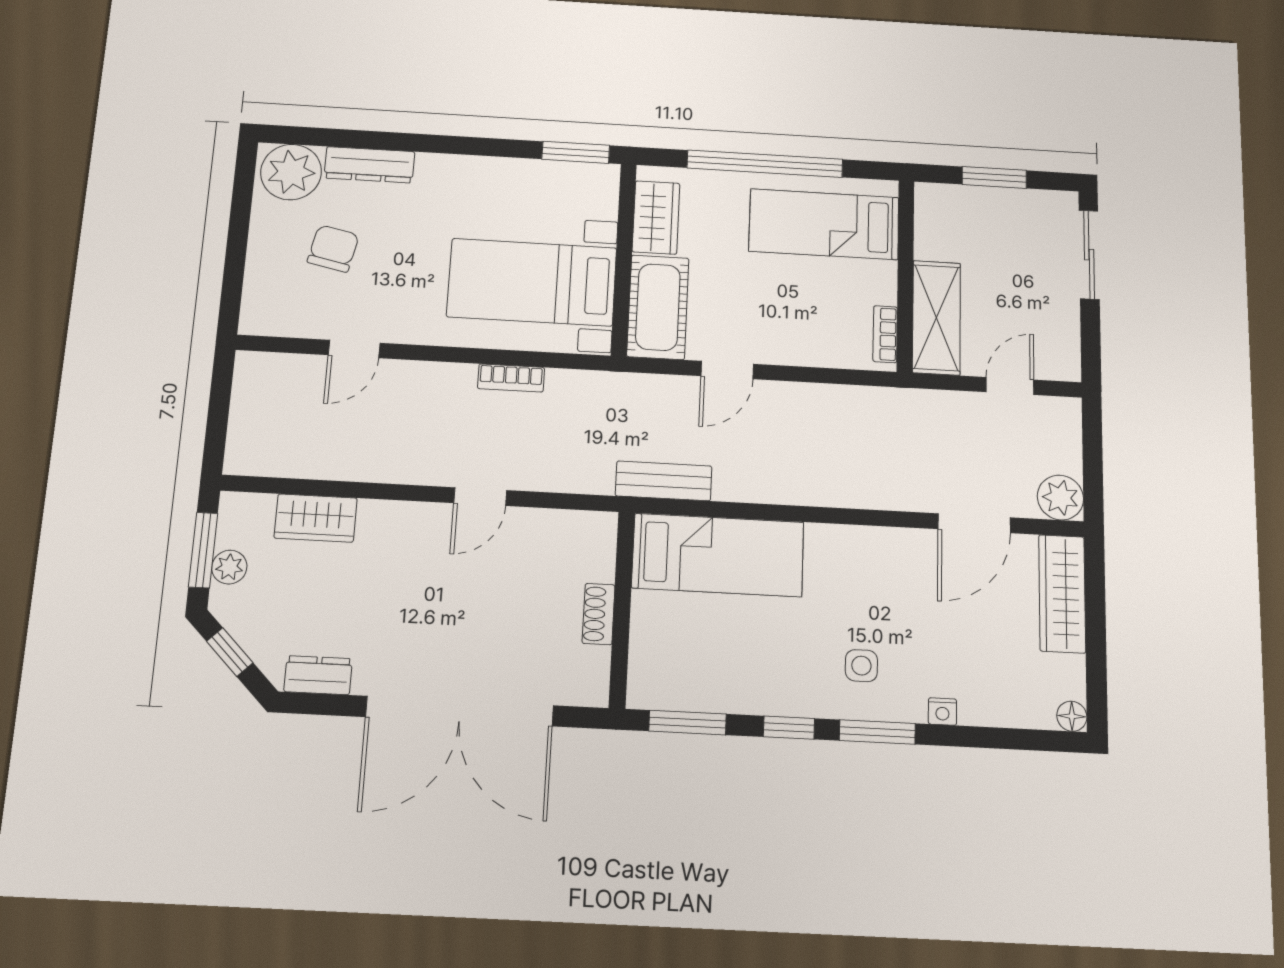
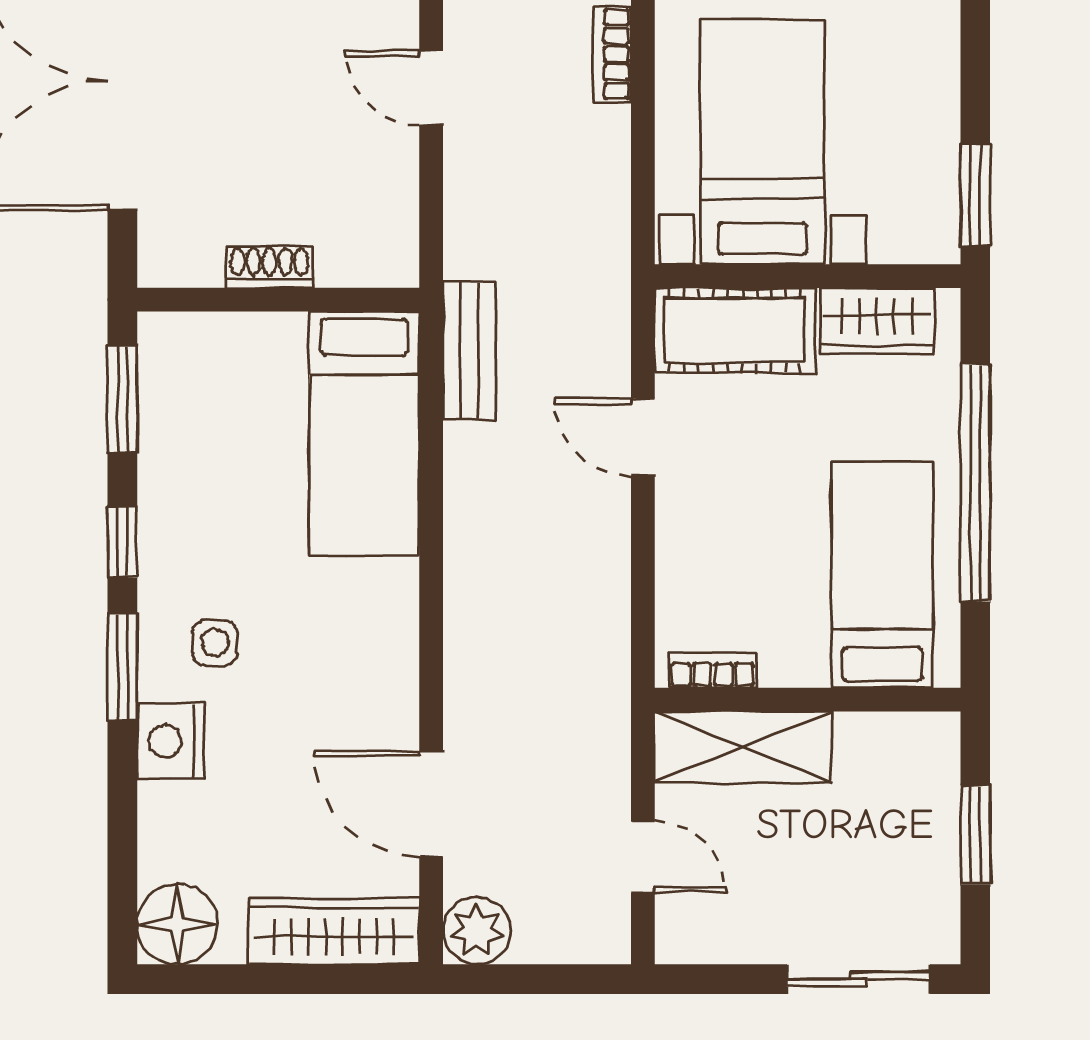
bookcase: (511, 378) -> (612, 54), moved
nightstand: (942, 712) -> (171, 741), width x1.89, depth x1.79
floor lamp: (1072, 716) -> (177, 924), width x1.89, depth x1.89

